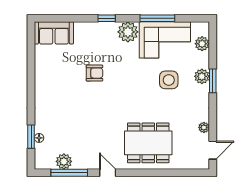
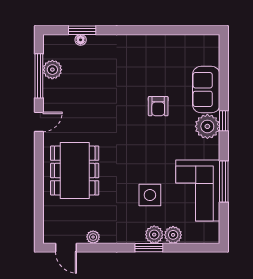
plant: (128, 32) -> (207, 126), moved
sofa: (54, 33) -> (206, 90), moved
plant: (202, 44) -> (173, 235), moved

